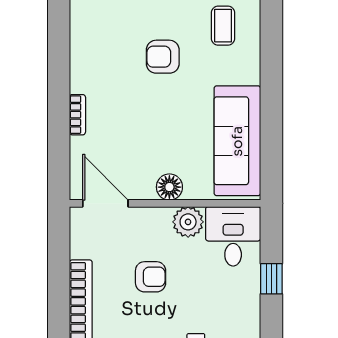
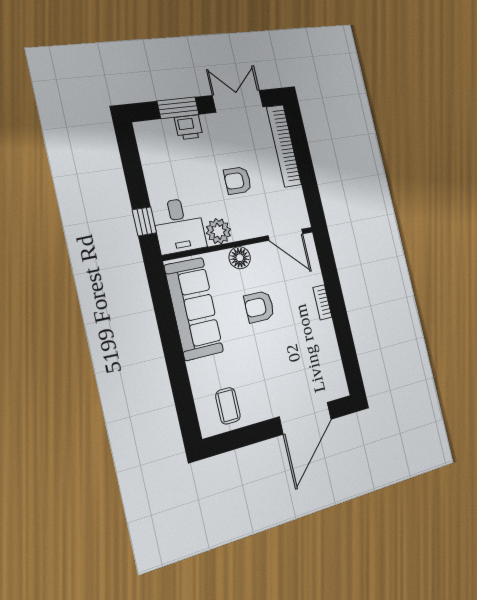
armchair: (163, 57) -> (259, 307), moved, turned 180
window: (271, 279) -> (144, 221), moved

